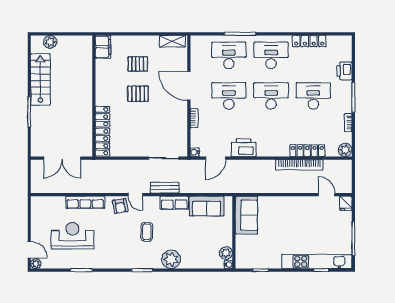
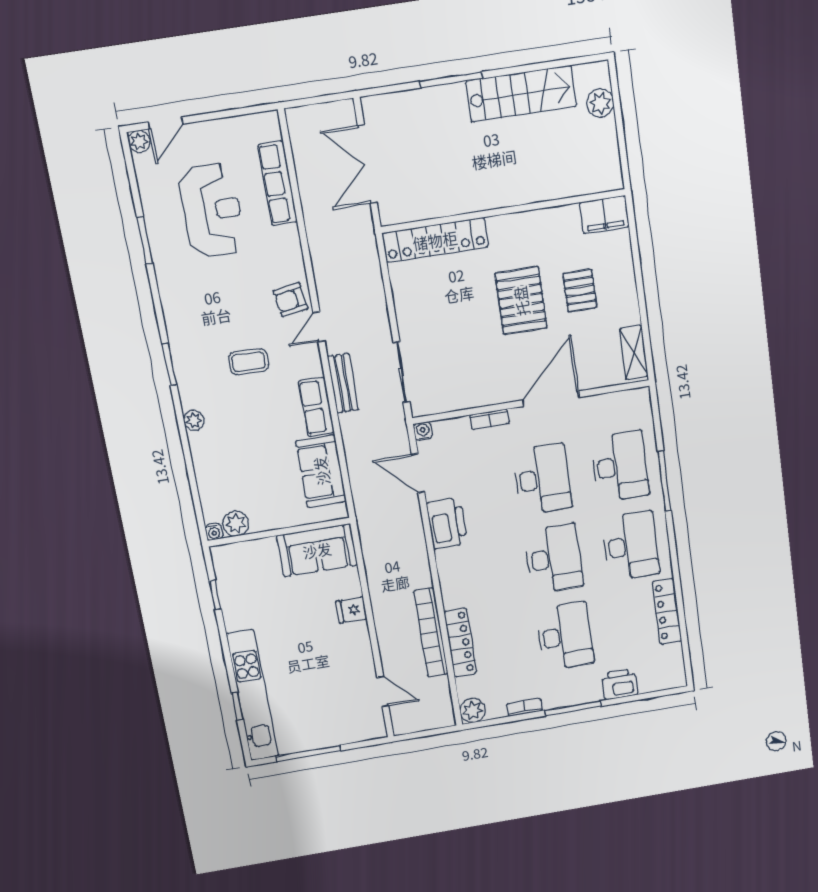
pallet: (138, 94) -> (521, 301), width x1.50, depth x1.42
door: (327, 195) -> (383, 692), hinge flipped
row of seats: (85, 202) -> (278, 183), moved
fridge: (346, 203) -> (351, 610), moved
plant: (171, 259) -> (194, 420), width x0.53, depth x0.53

